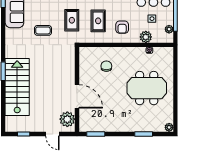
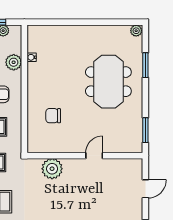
meeting table: (147, 88) -> (108, 82), moved
door: (77, 96) -> (94, 156), width x0.53
plant: (67, 119) -> (52, 169), moved

